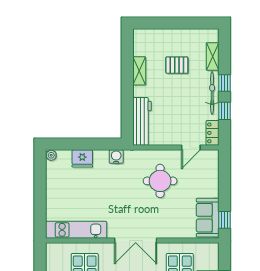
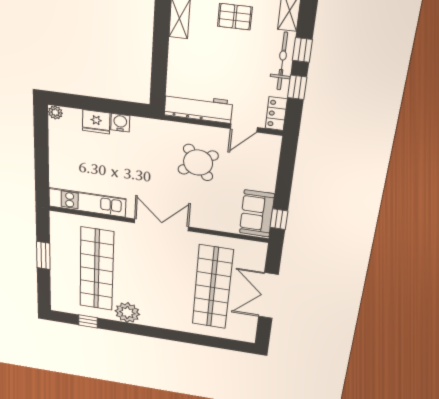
workbench: (142, 121) -> (198, 108), moved, turned -90
water cooler: (116, 157) -> (120, 123), moved
round table: (160, 181) -> (198, 163), turned -36
double door: (136, 241) -> (161, 225), swing flipped

